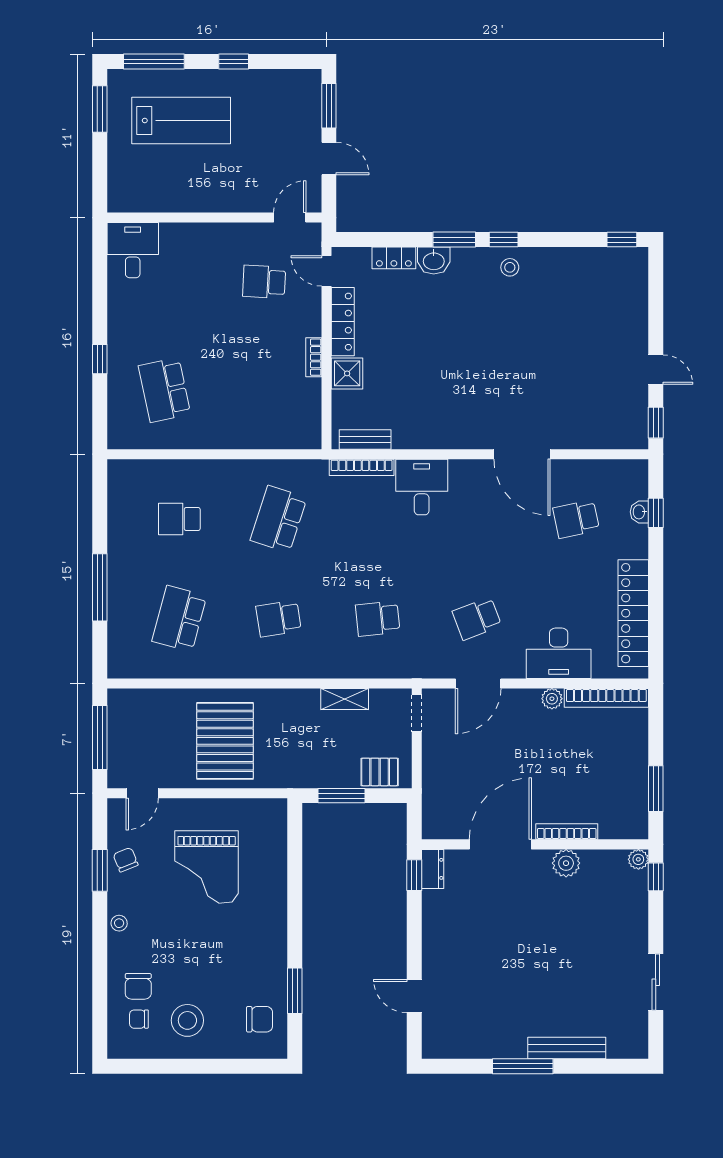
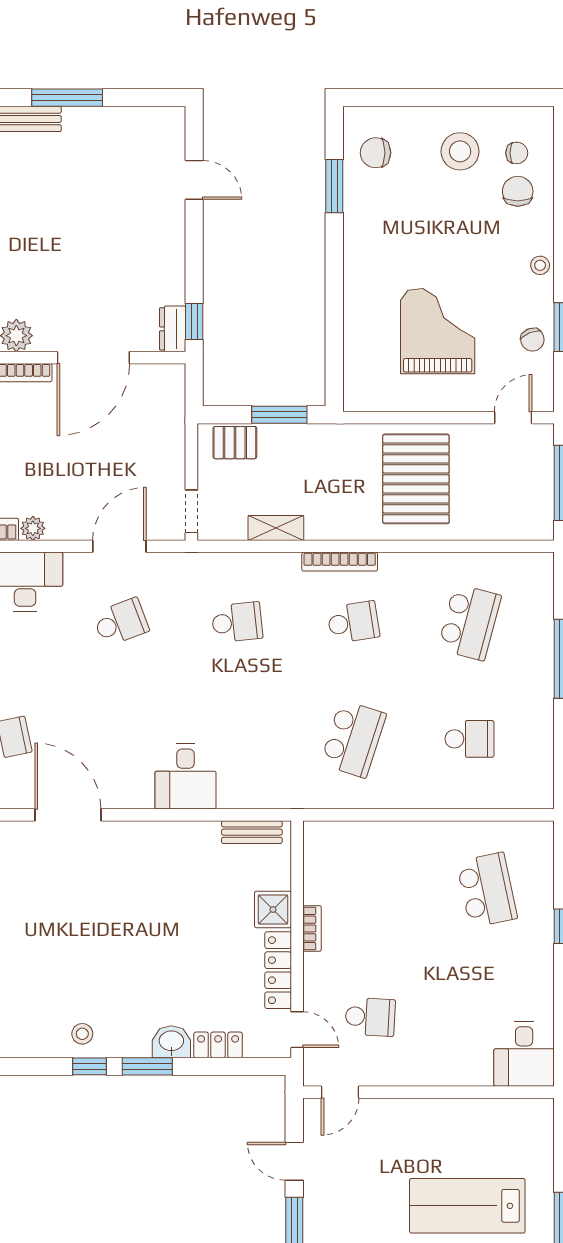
bookcase: (362, 467) -> (340, 562), moved, turned 180

